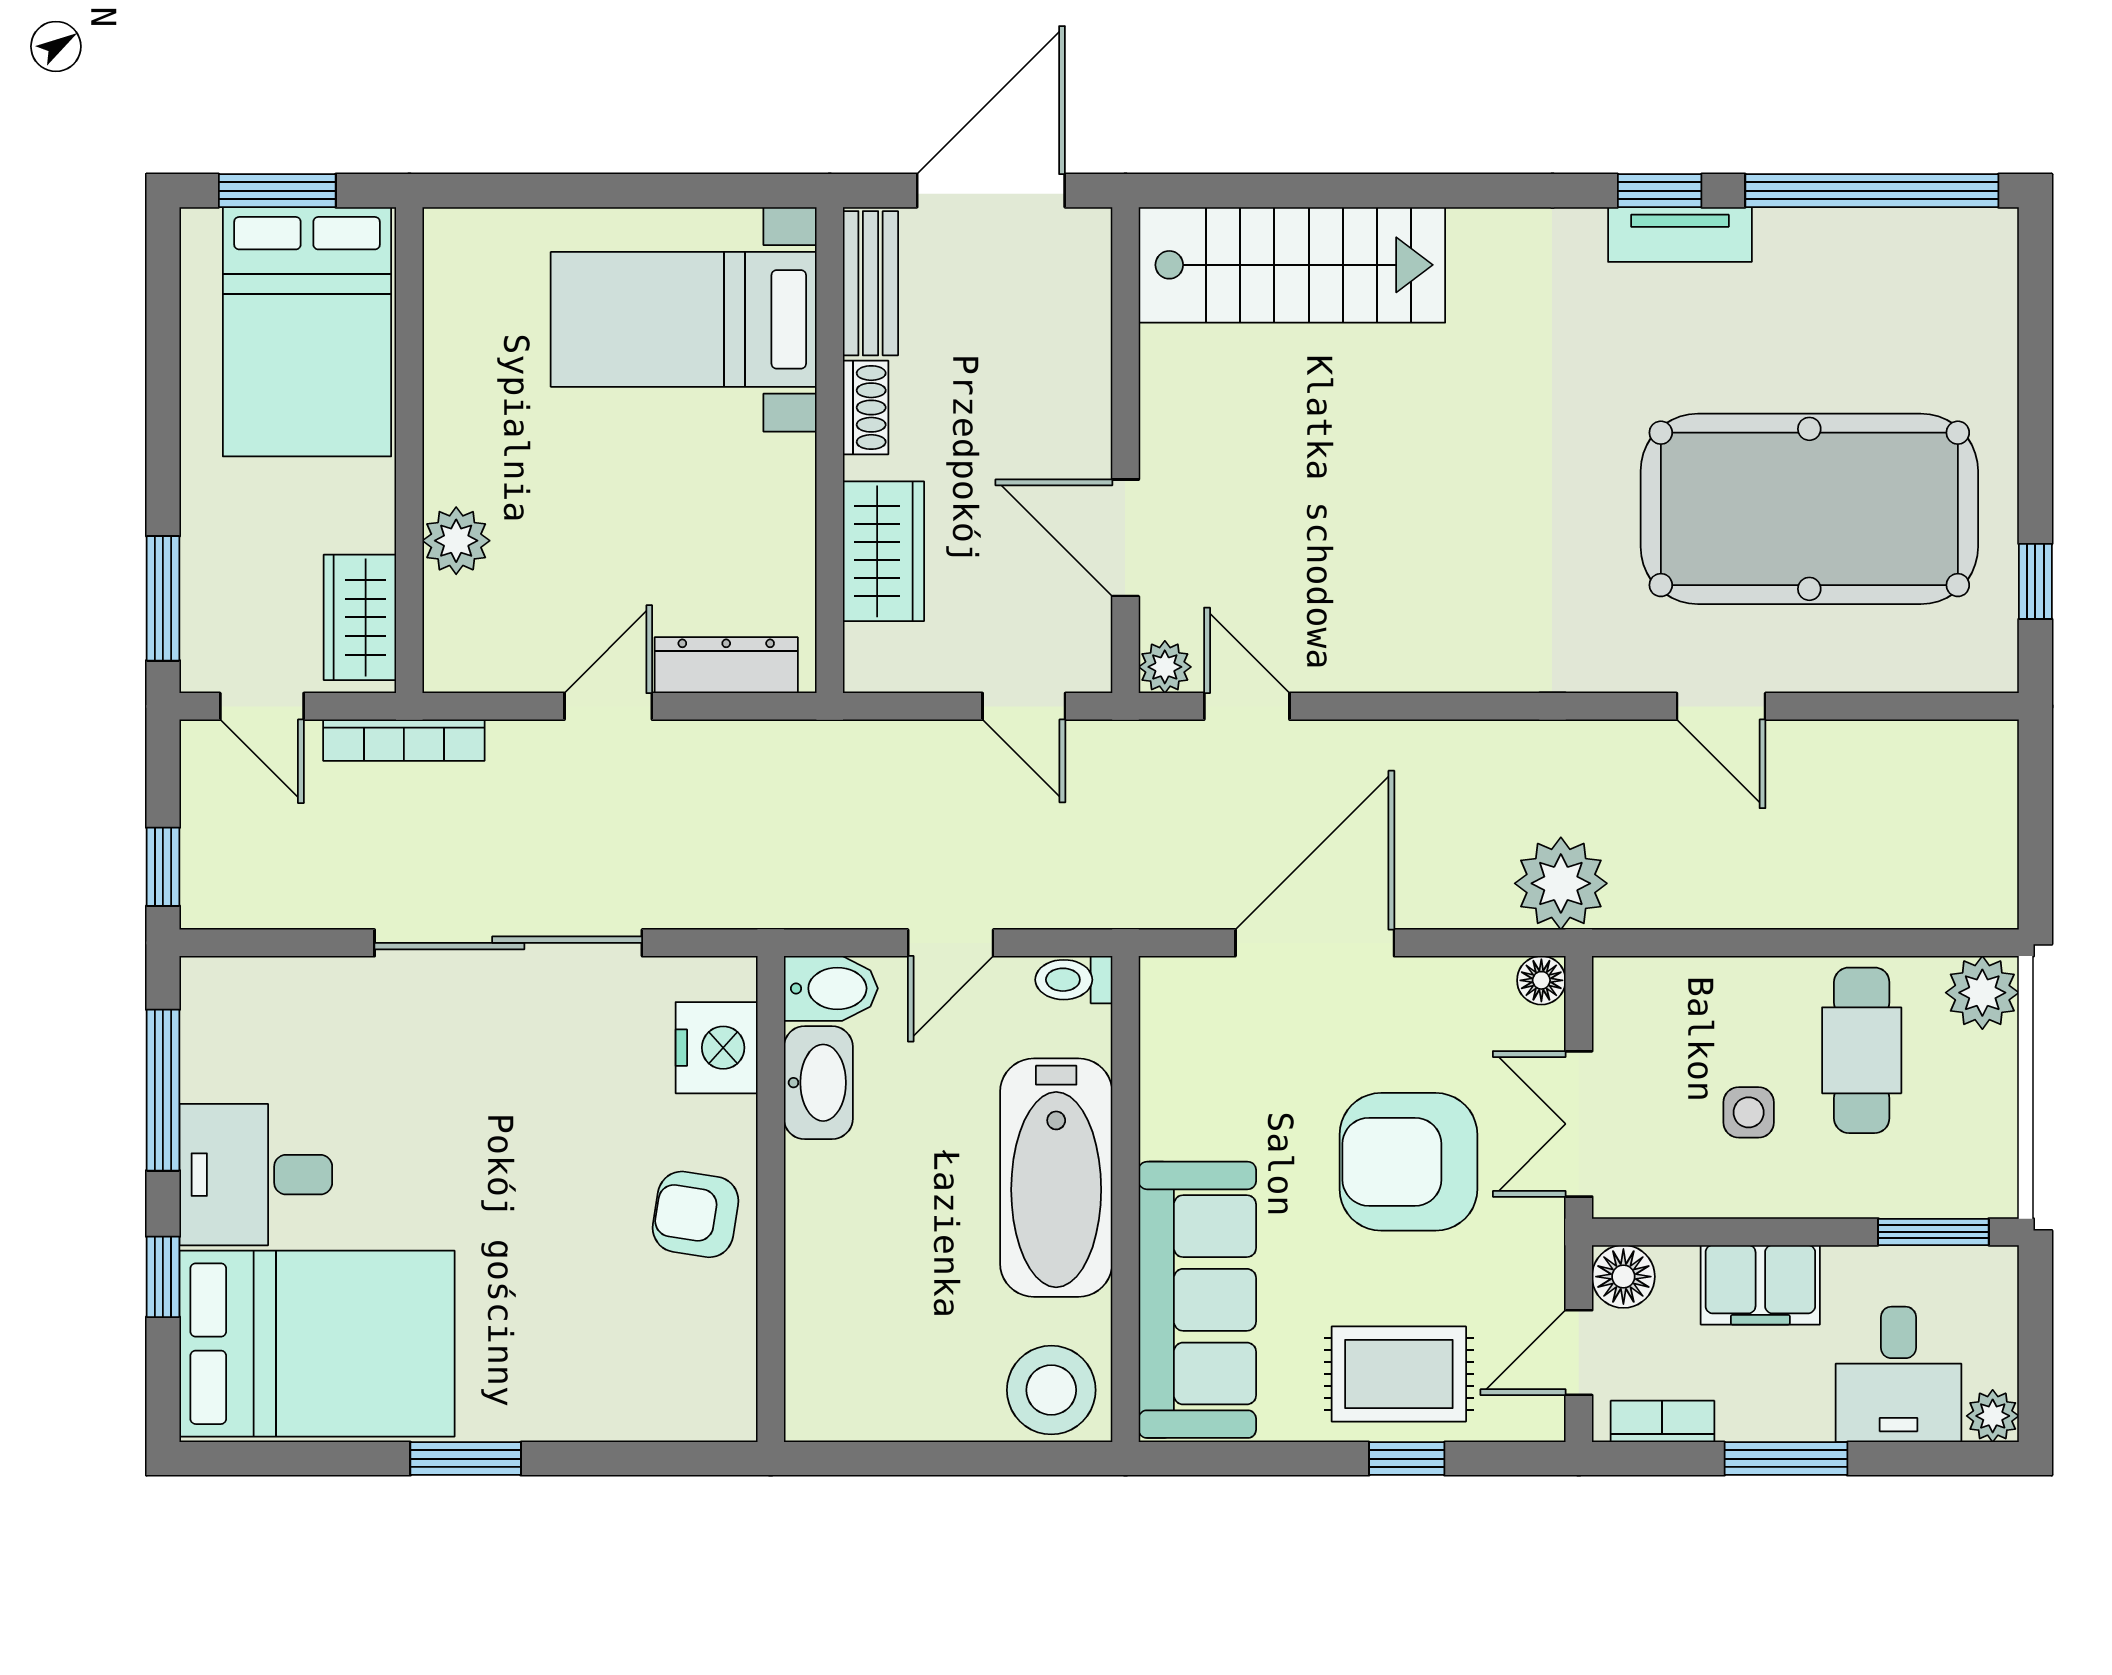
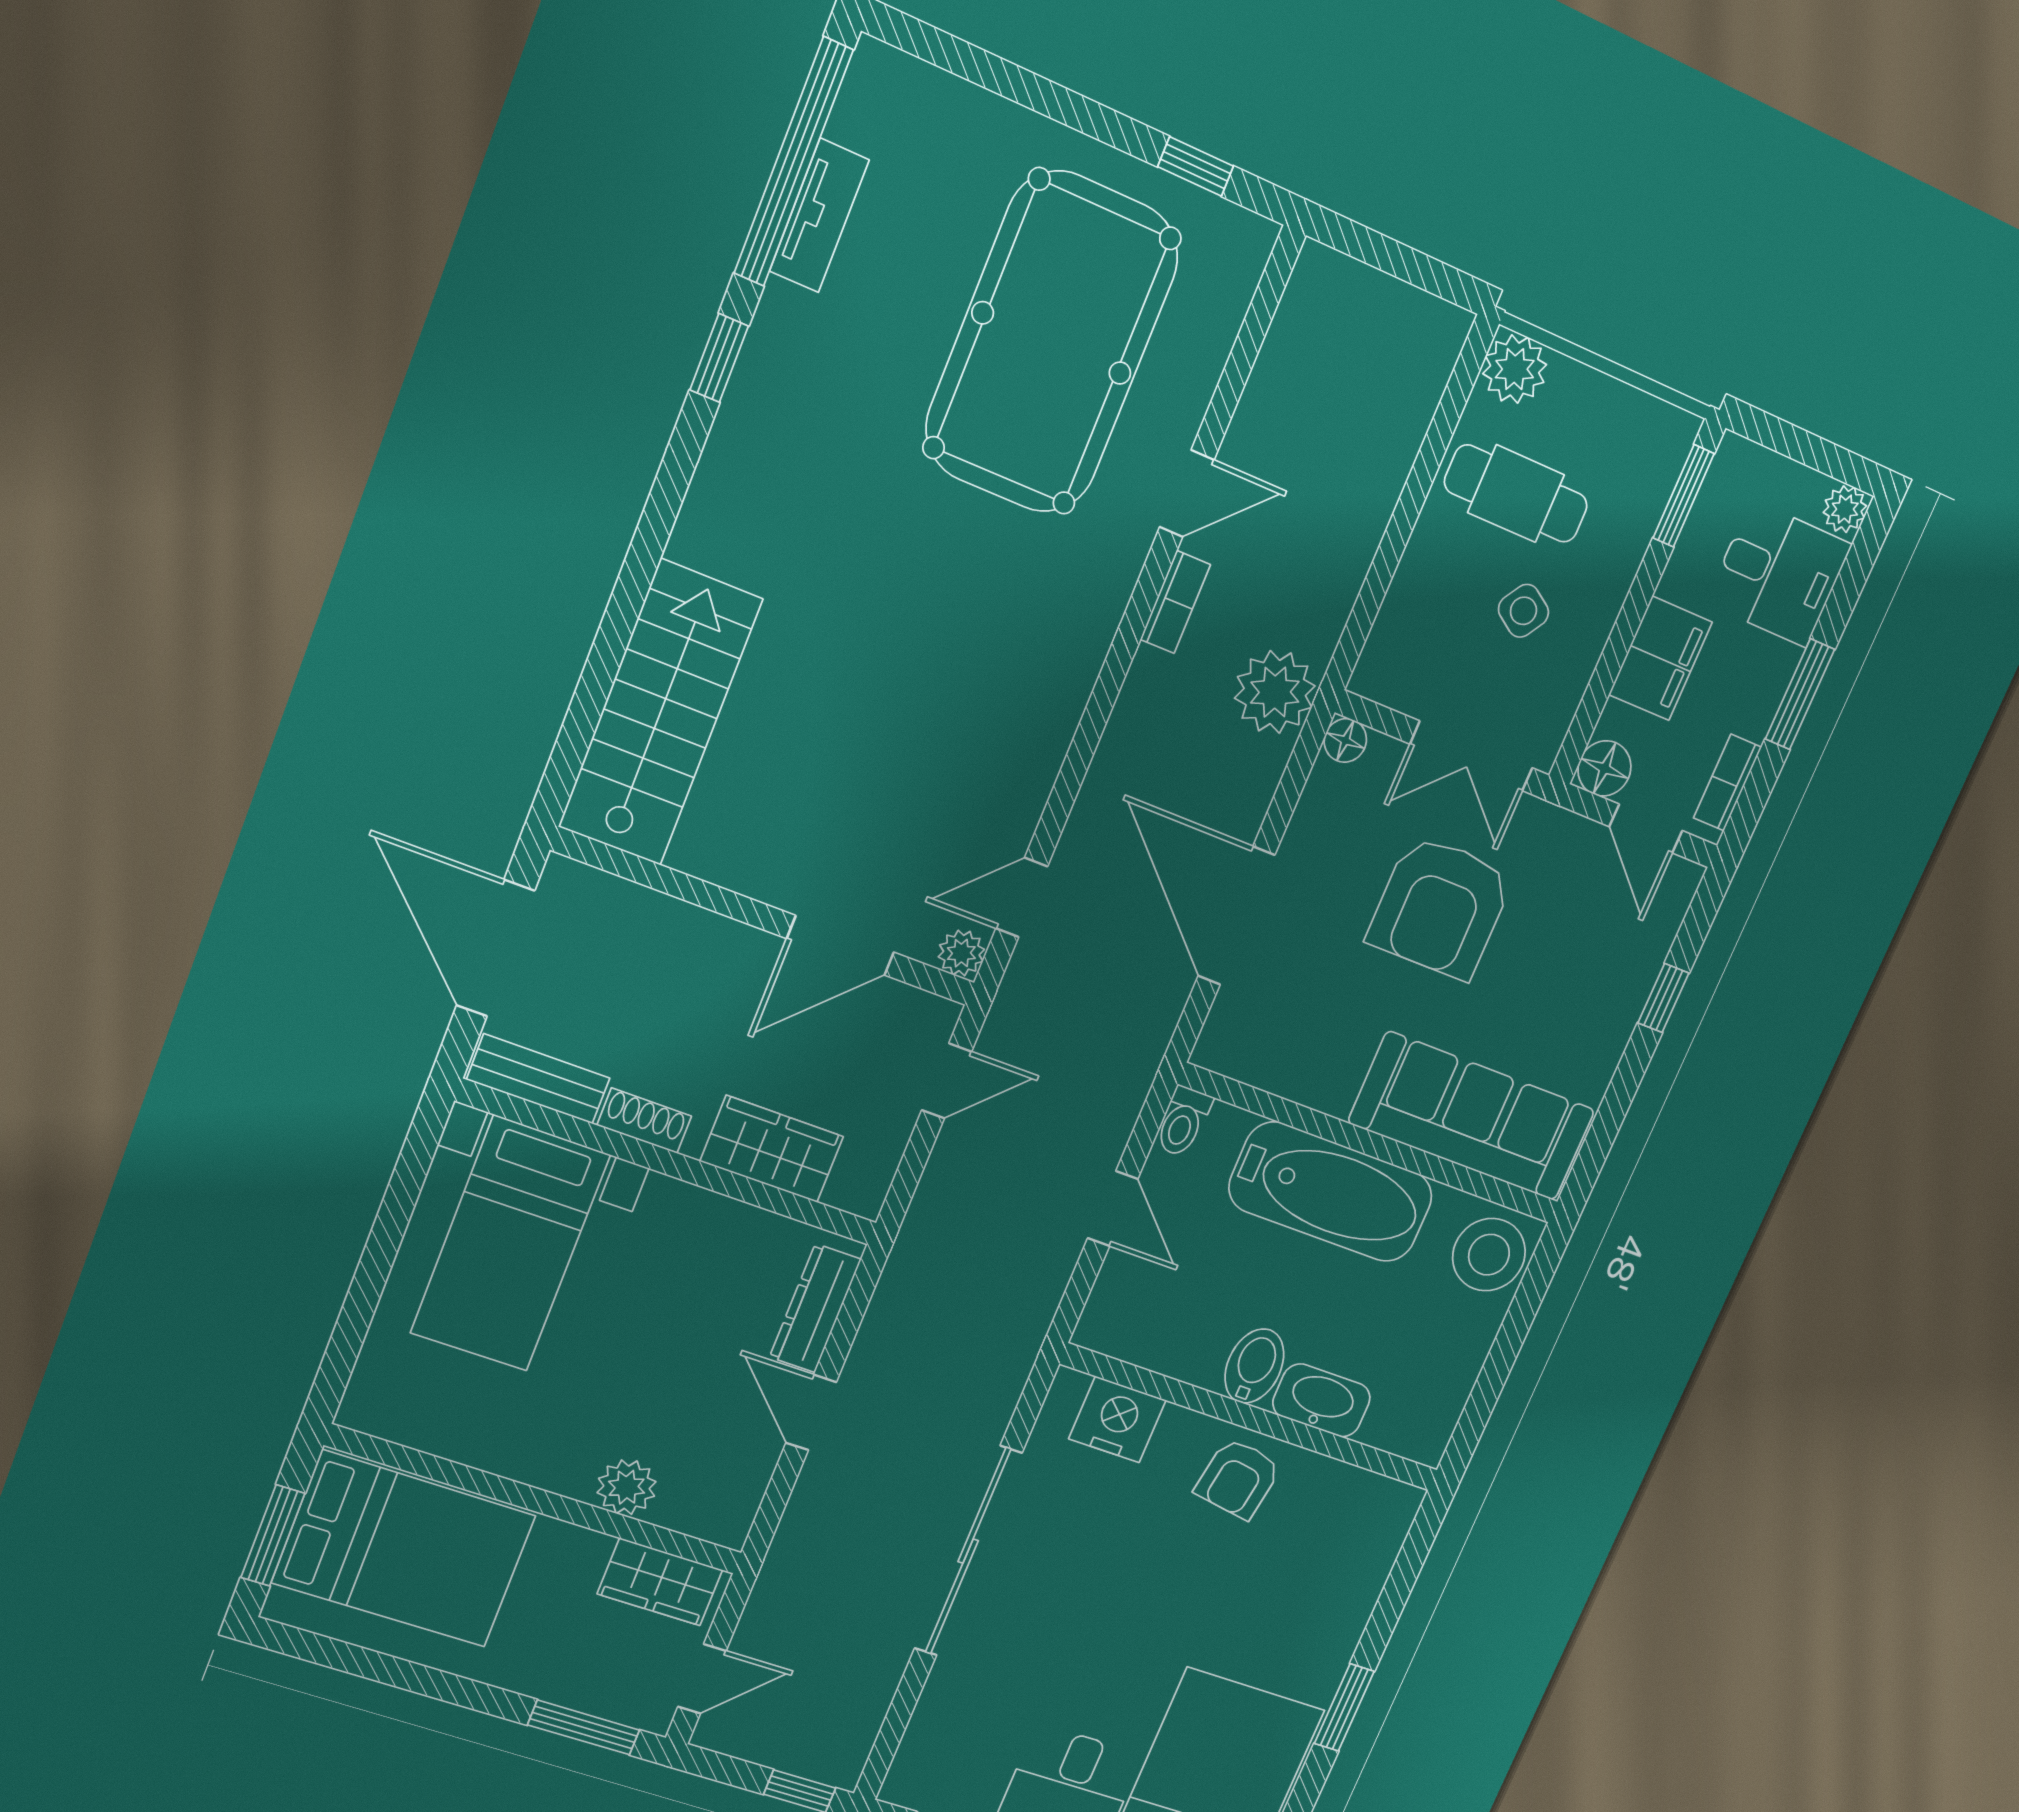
tv unit: (1680, 234) -> (819, 216), moved
bookcase: (404, 740) -> (1175, 602), moved, width x0.64
bidet: (831, 988) -> (1254, 1366), moved
washbasin: (818, 1083) -> (1321, 1400), moved
side table: (1749, 1112) -> (1523, 611), turned 33
rug: (1399, 1374) -> (1598, 979), removed

